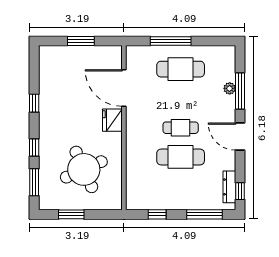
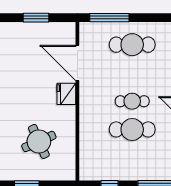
window: (171, 41) -> (109, 18), moved
round table: (84, 169) -> (39, 141), width x0.73, depth x0.73

